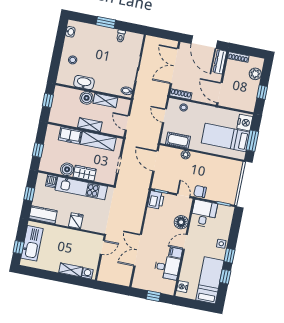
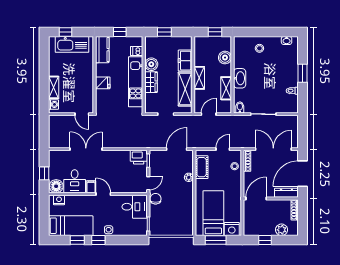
washbasin: (84, 82) -> (240, 78), moved
boiler: (87, 98) -> (225, 58), moved
floor lamp: (181, 222) -> (56, 186), moved

